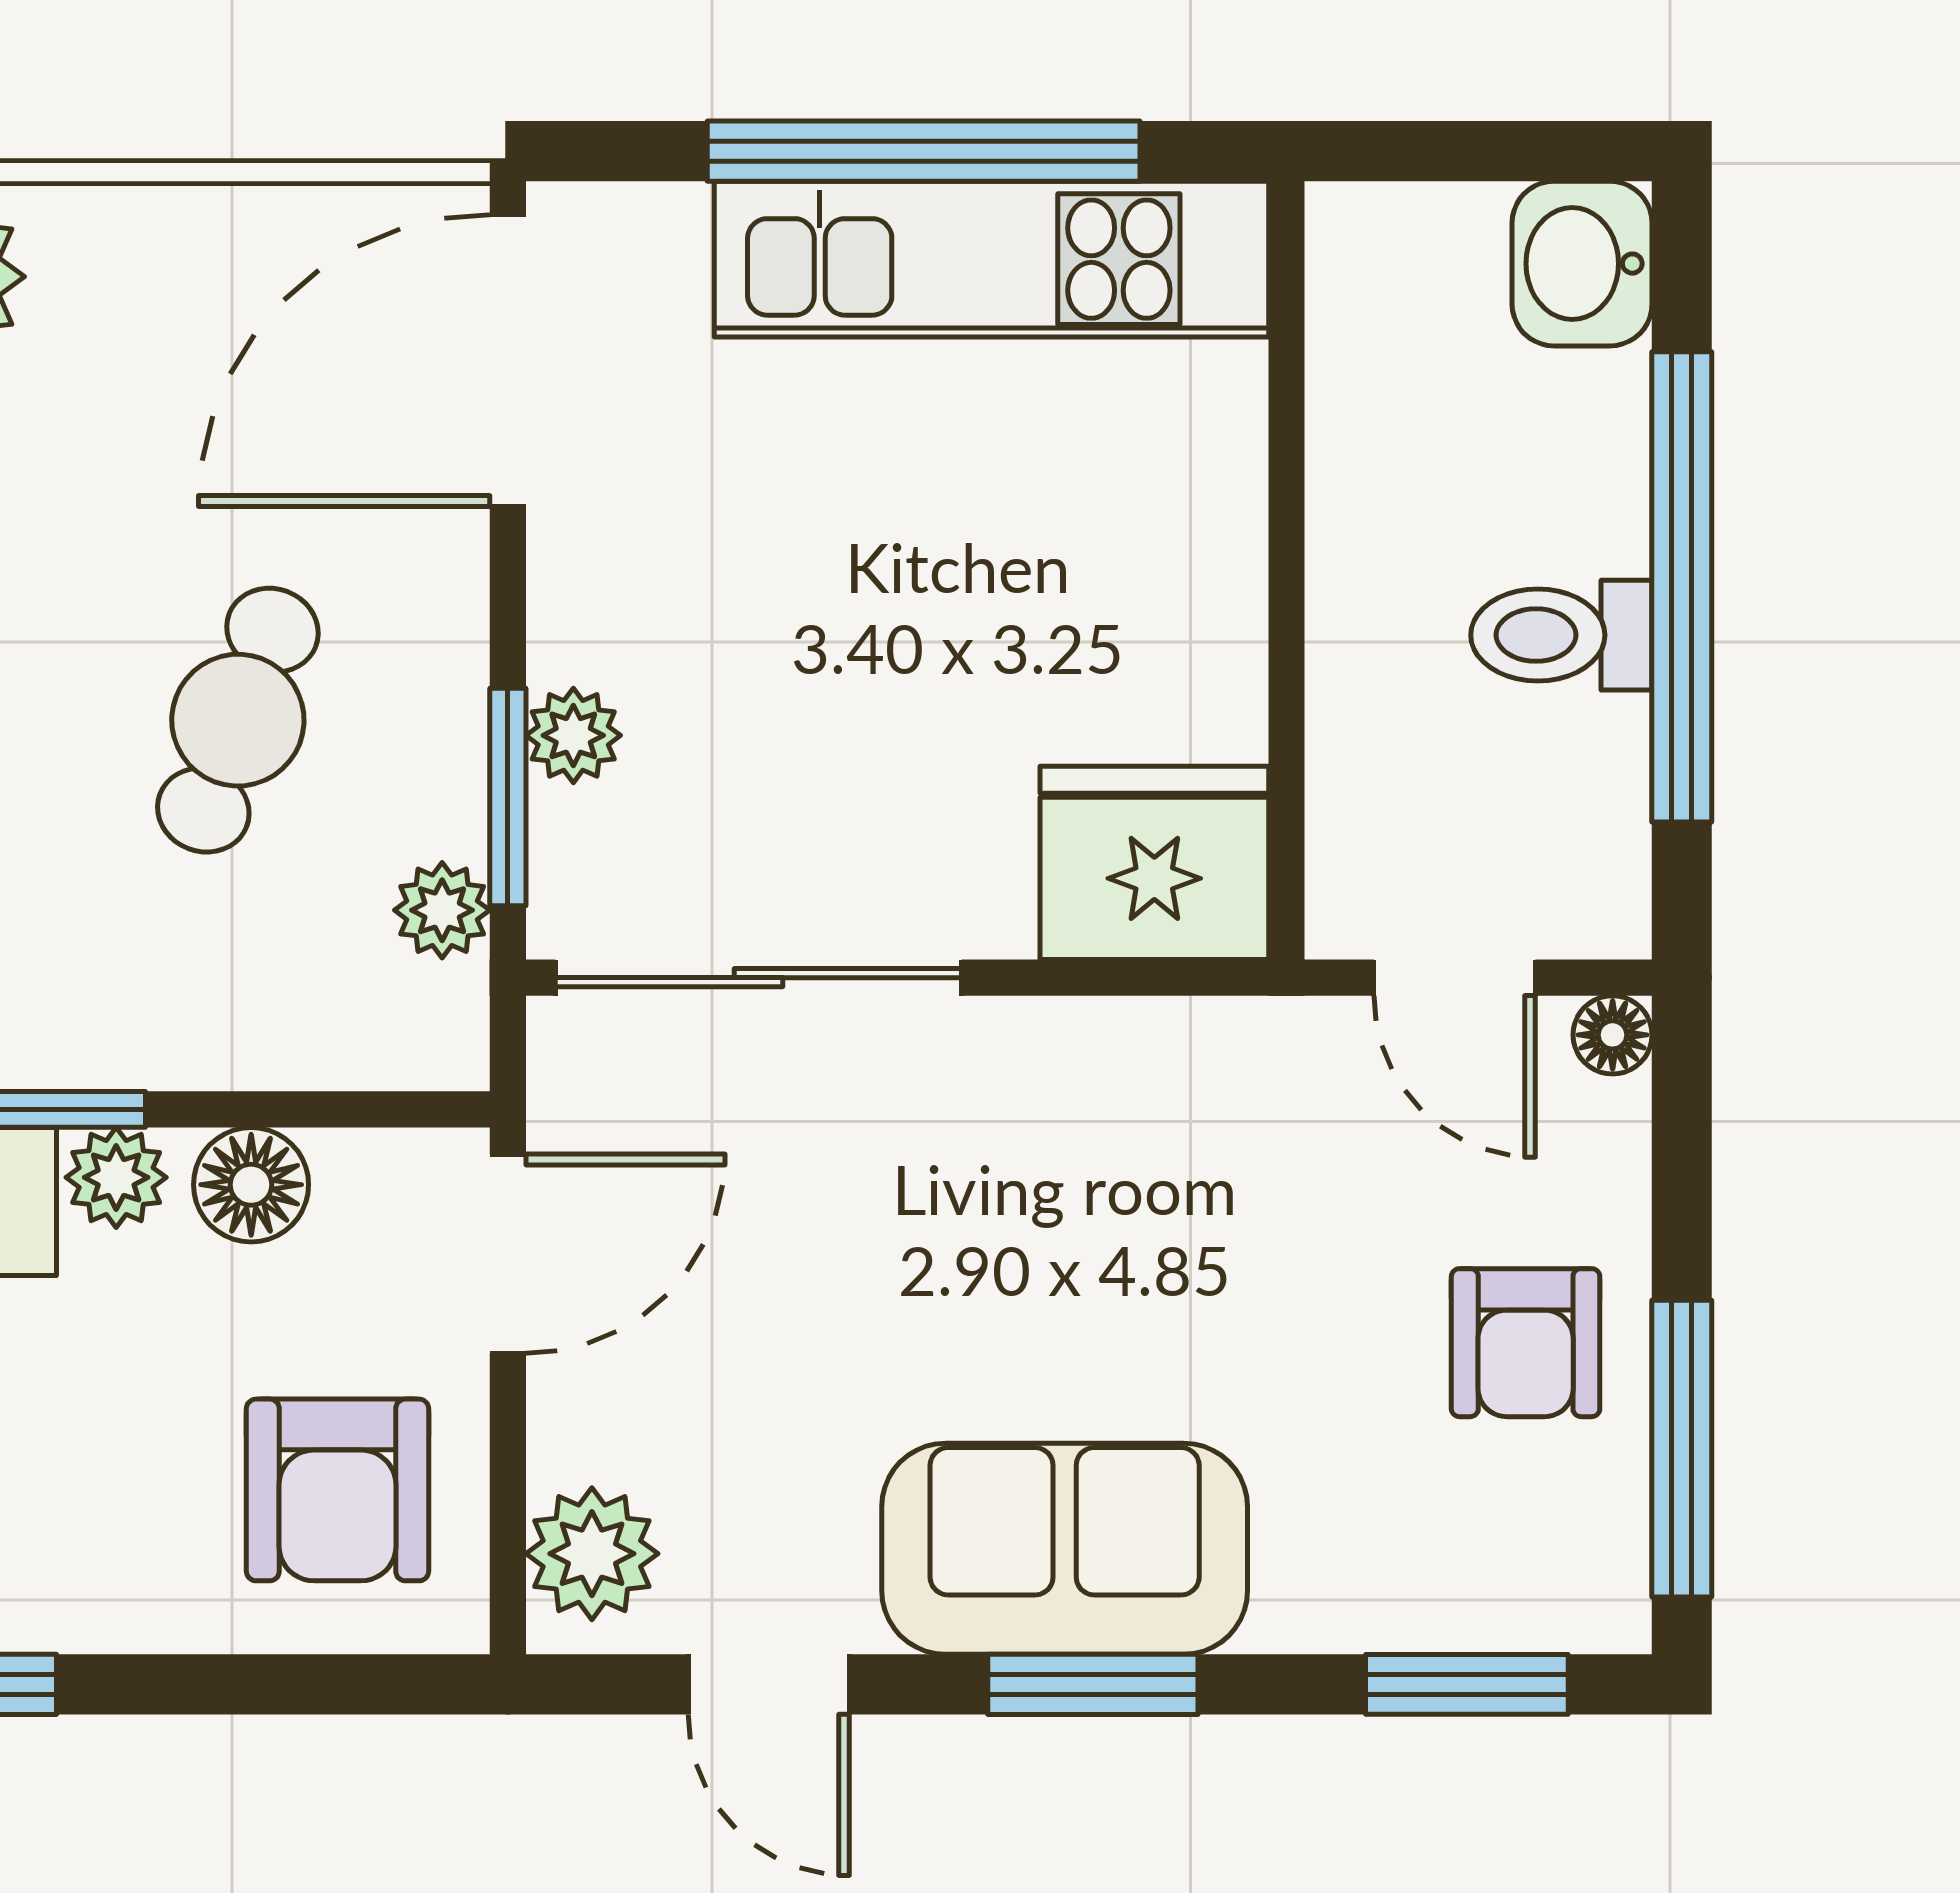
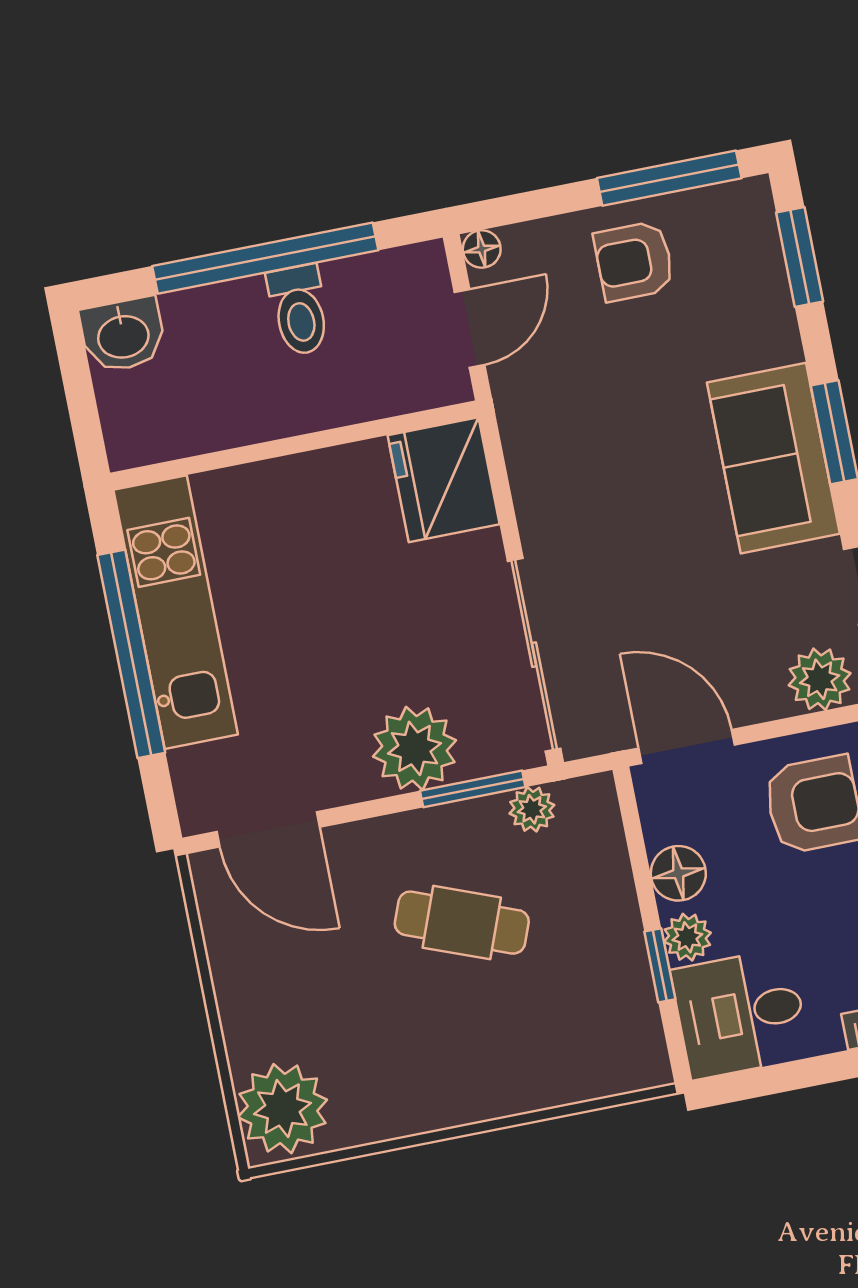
door: (508, 361) -> (268, 829), width x0.73
plant: (573, 735) -> (414, 748), width x1.87, depth x1.87
armchair: (1526, 1343) -> (634, 261), turned 180

